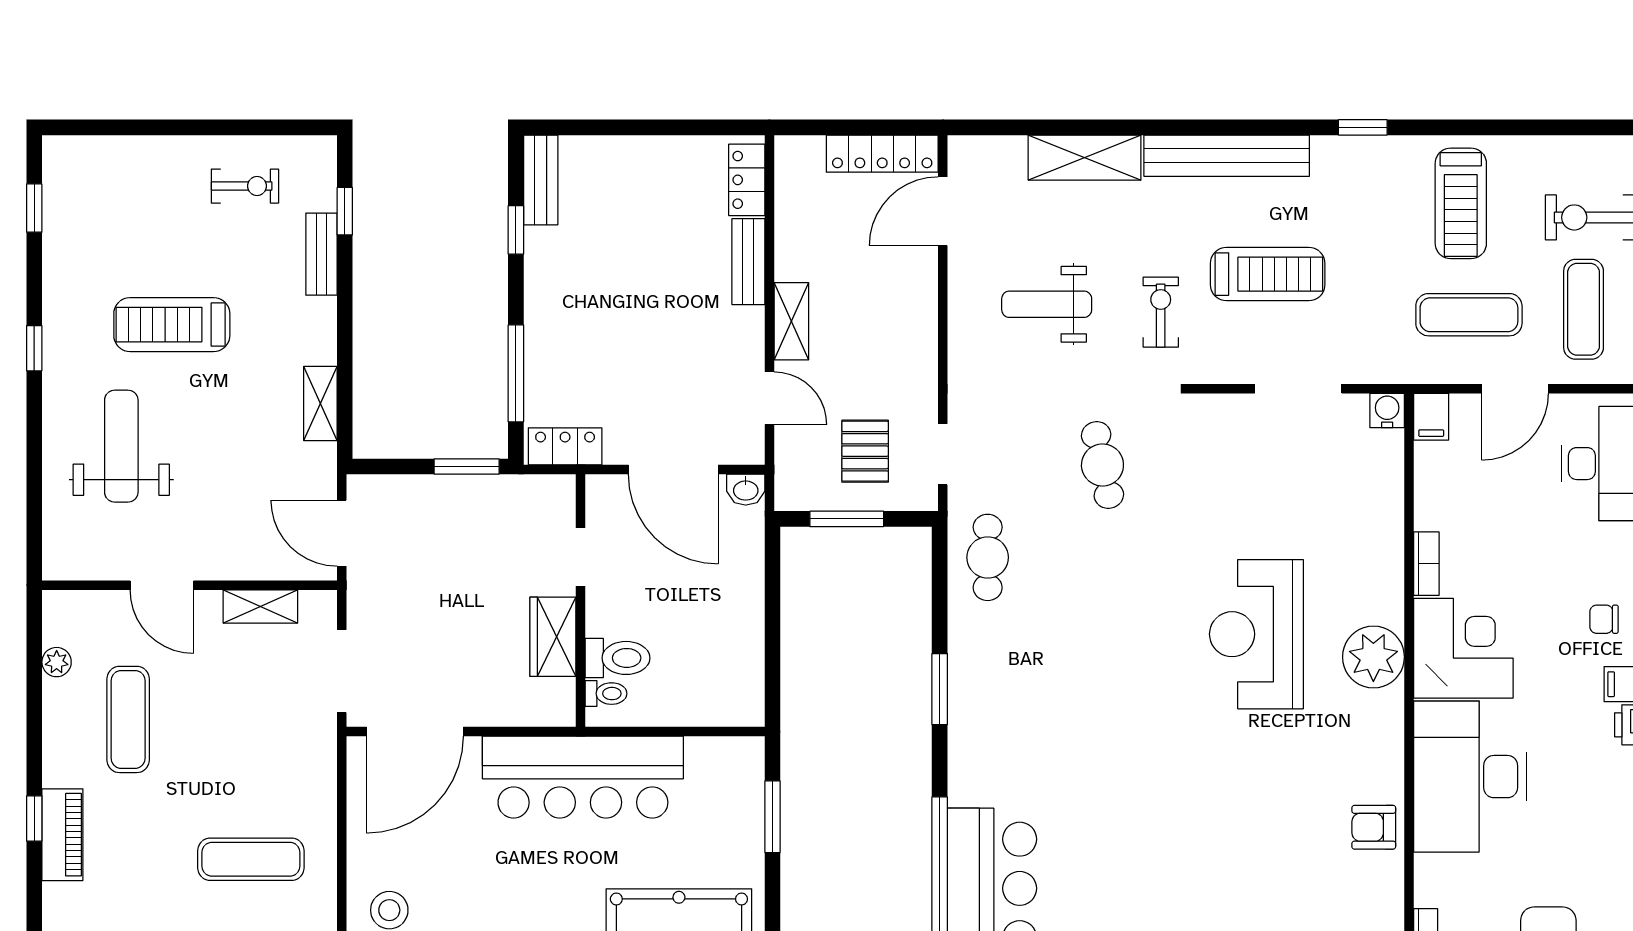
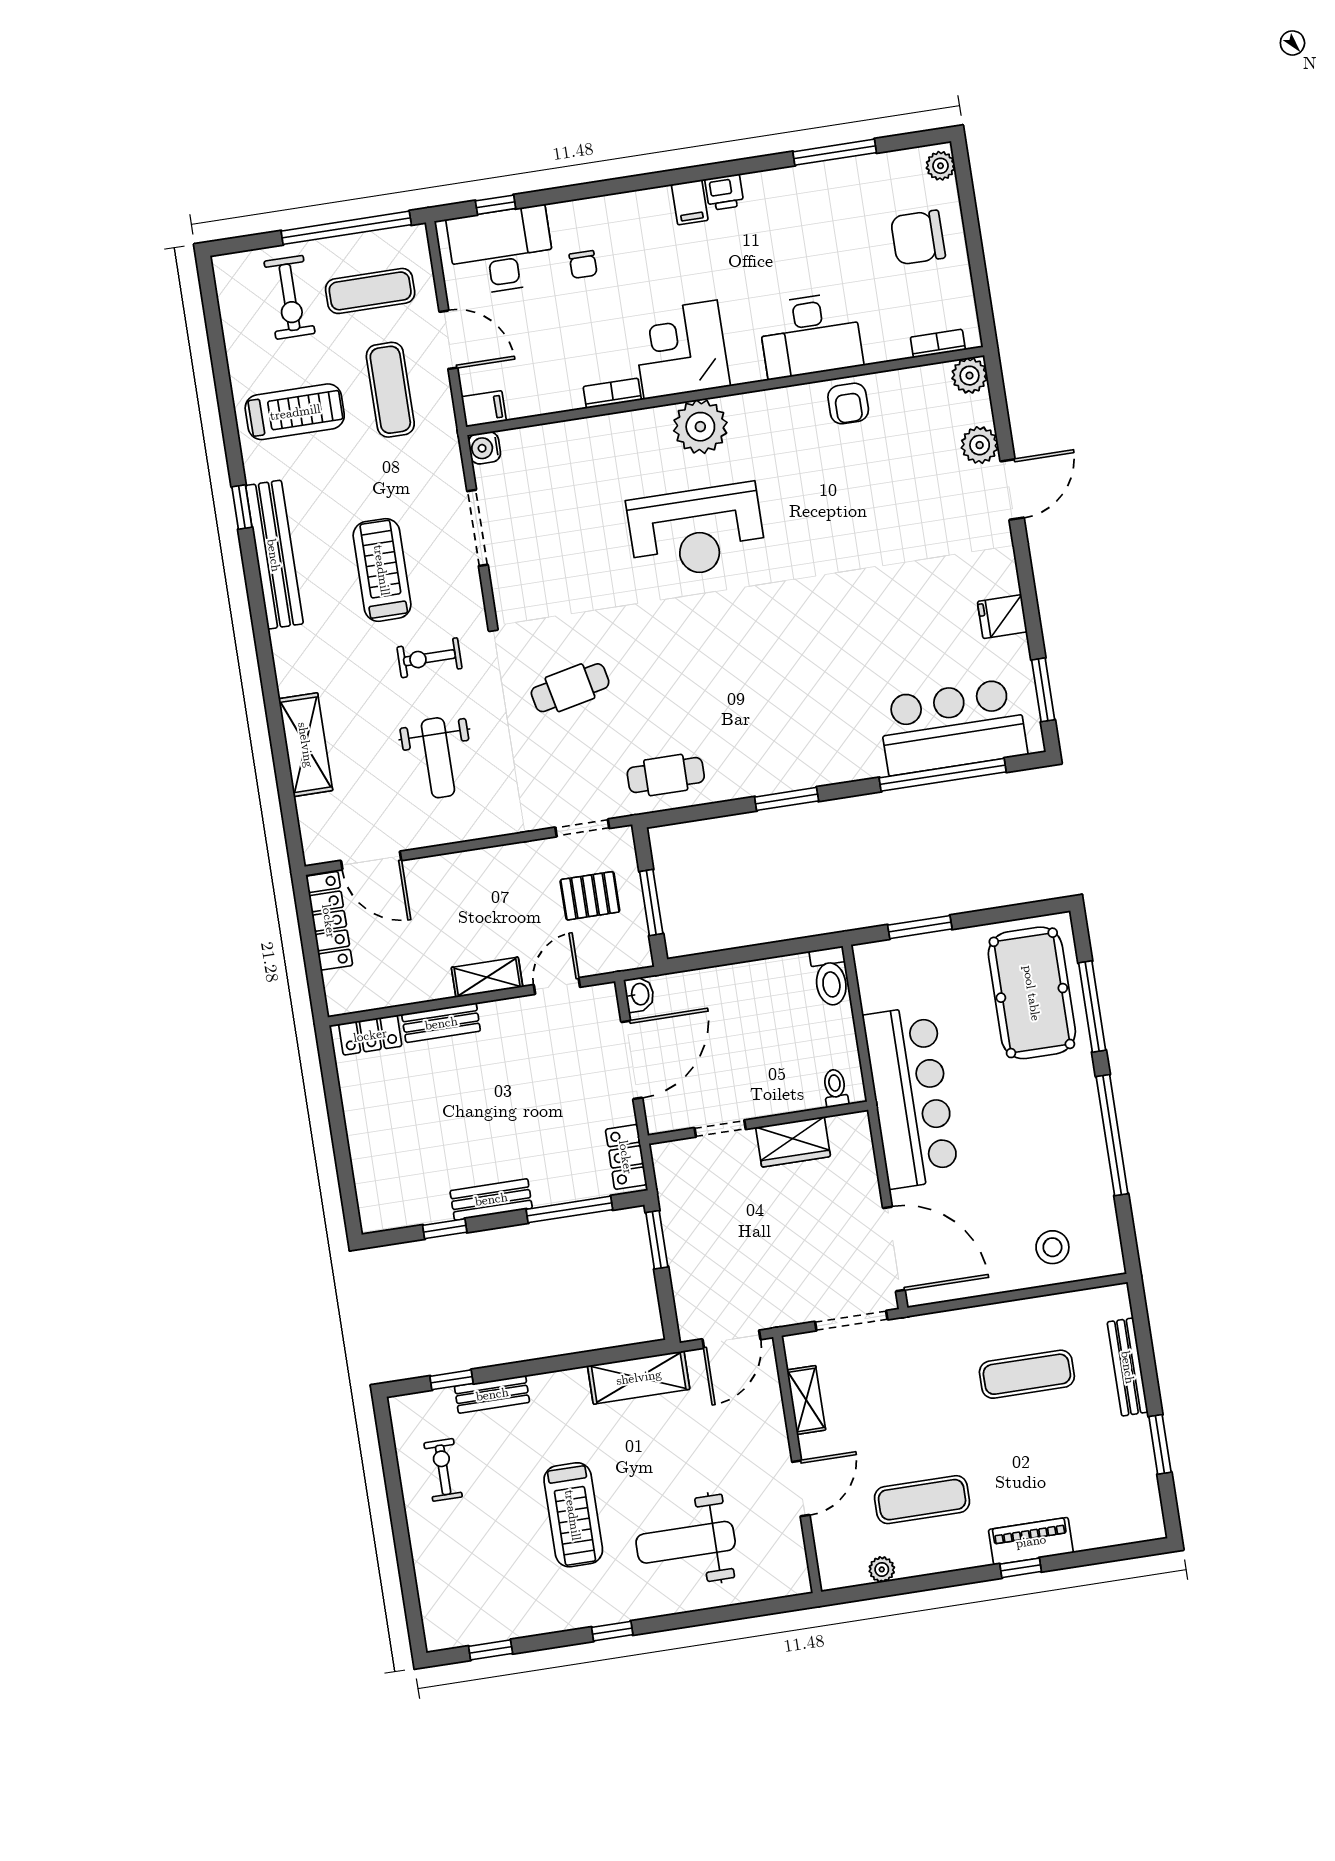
bench: (1227, 156) -> (274, 555), moved
bench: (541, 180) -> (491, 1199), moved
shelving: (320, 403) -> (639, 1377), width x1.50, depth x1.33
chair: (1604, 619) -> (583, 265), moved
toilet: (618, 658) -> (830, 977), moved, turned 180
desk: (1470, 777) -> (810, 335), width x0.73, depth x0.77
exercise mat: (251, 859) -> (1027, 1374), turned 90

